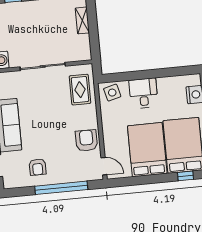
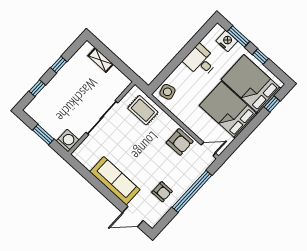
desk: (143, 93) -> (200, 61), moved
armchair: (86, 140) -> (180, 142), turned 180

